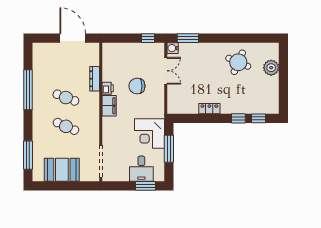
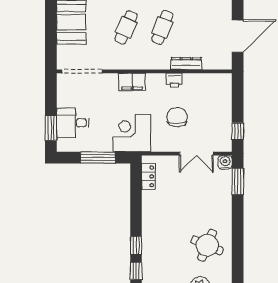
filing cabinet: (109, 106) -> (132, 82), moved
locker: (209, 109) -> (148, 176), moved
corner desk: (150, 134) -> (132, 133), moved

